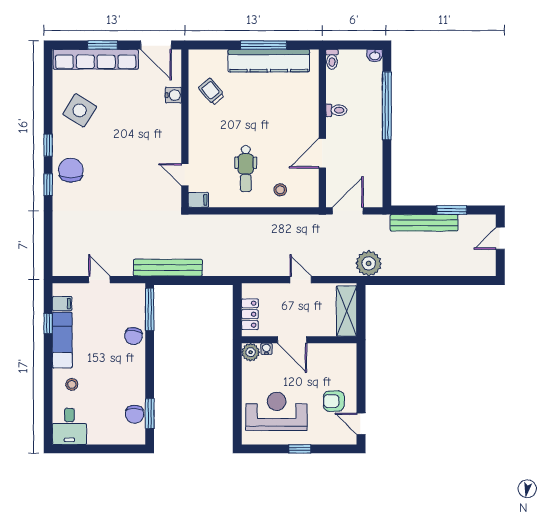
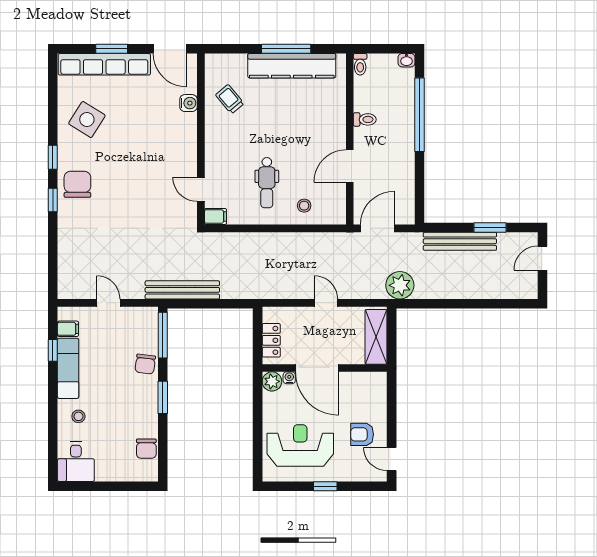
door: (292, 340) -> (317, 368), width x1.36
window: (150, 414) -> (163, 397), moved

